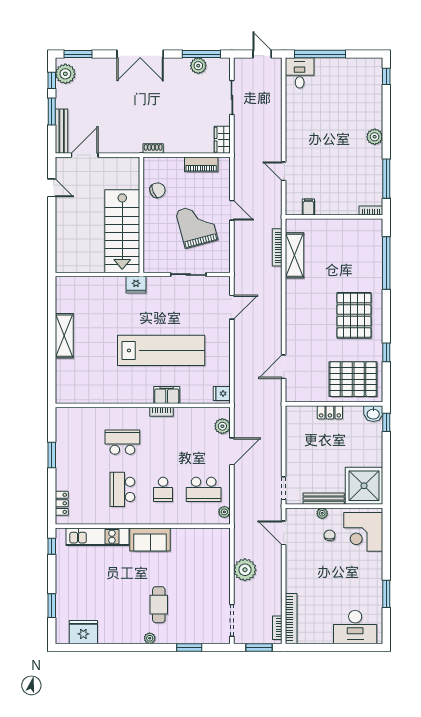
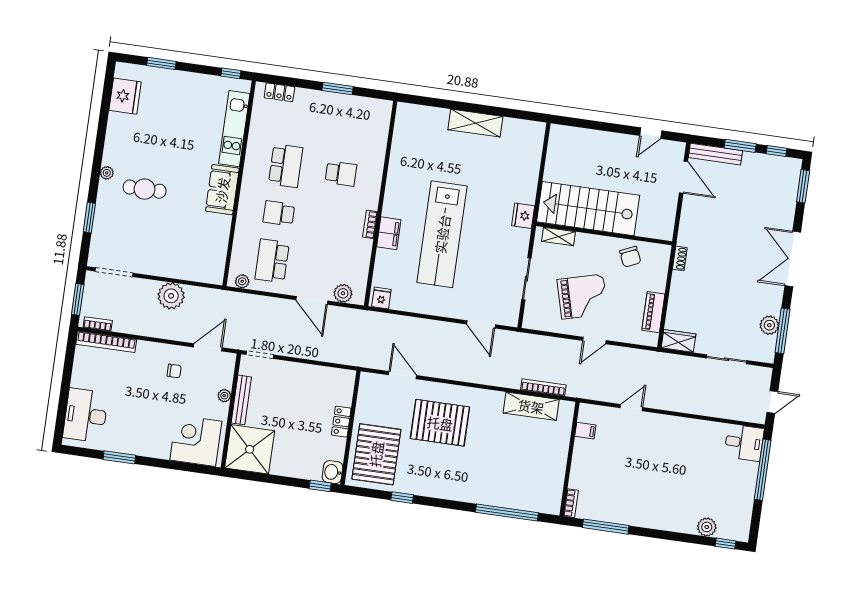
plant: (65, 74) -> (782, 168), removed
plant: (375, 137) -> (707, 527), moved
shelving: (149, 253) -> (559, 236), added
pallet: (354, 315) -> (440, 423), moved
school desk: (122, 442) -> (341, 174), width x0.54
school desk: (122, 489) -> (286, 166), turned 90
chair: (330, 535) -> (174, 371), moved

